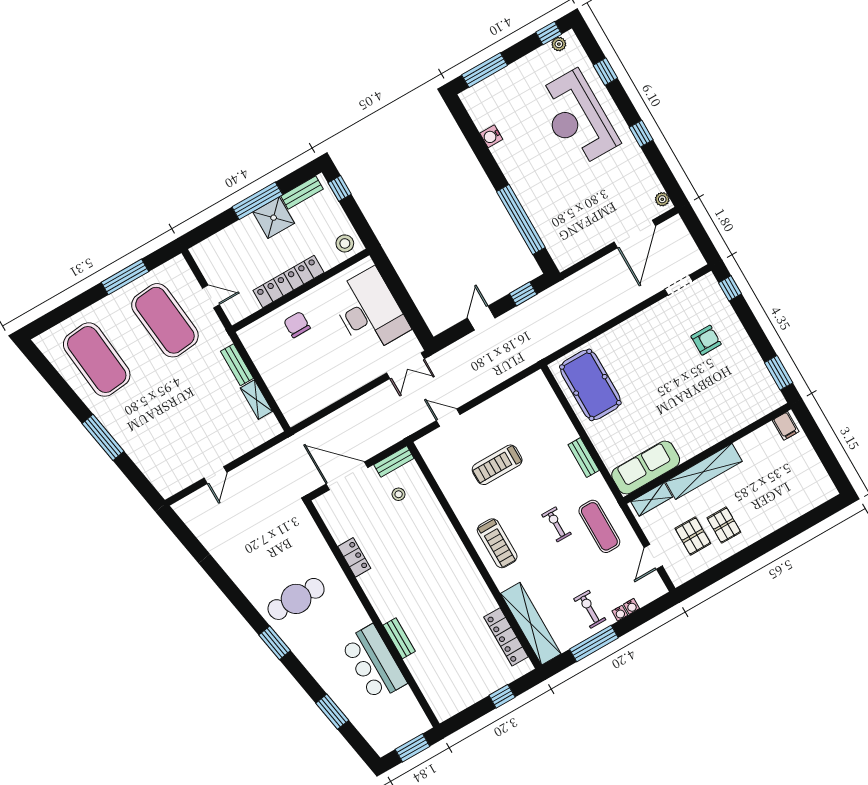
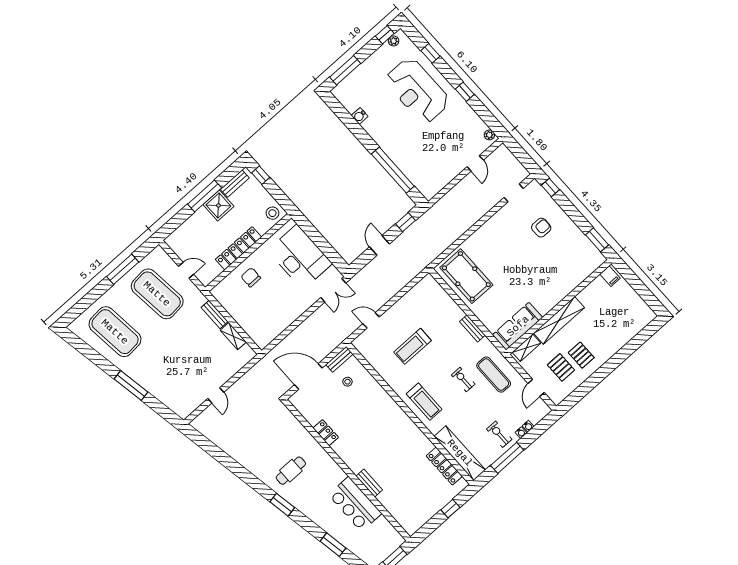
door: (635, 234) -> (475, 163), width x0.53
cafe table: (296, 599) -> (291, 471), width x0.73, depth x0.74

